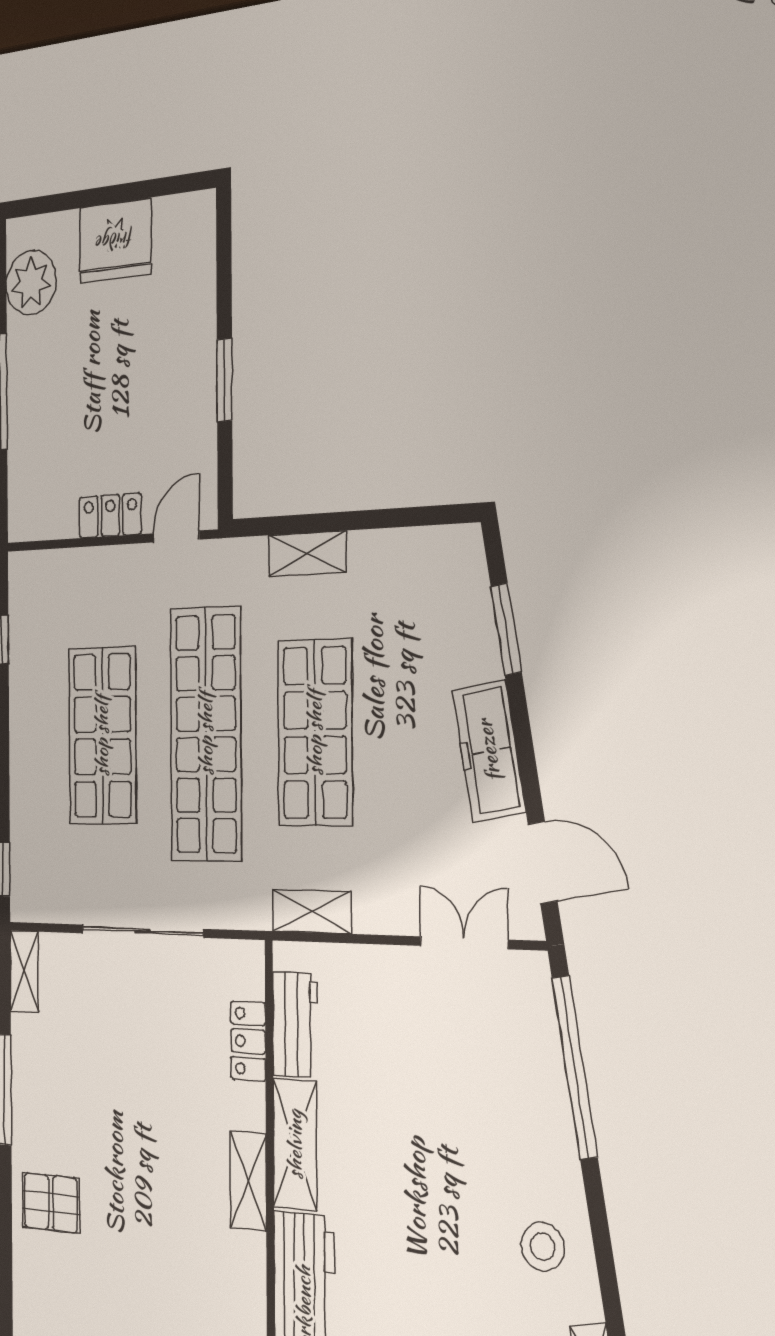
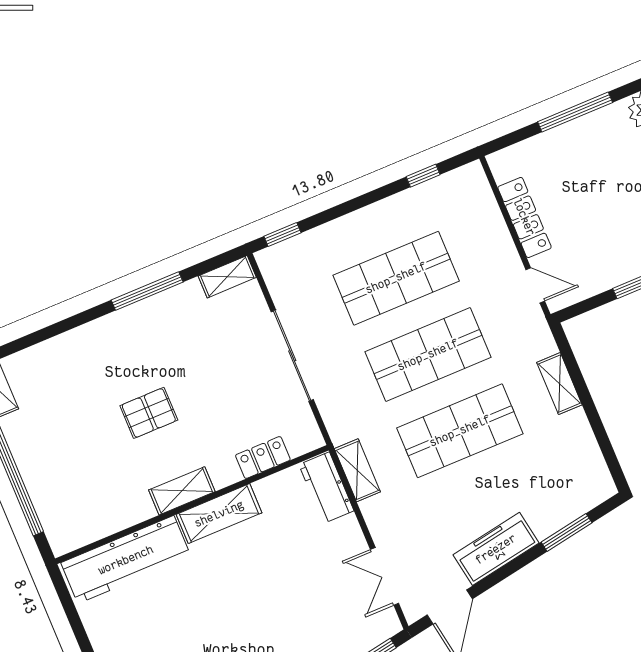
locker: (110, 516) -> (524, 217), width x1.53
shop shelf: (206, 734) -> (428, 355), width x0.71
double door: (464, 943) -> (385, 576), swing flipped
workbench: (295, 1024) -> (326, 488), moved, turned 90
pallet: (51, 1203) -> (149, 413), moved, turned 90

